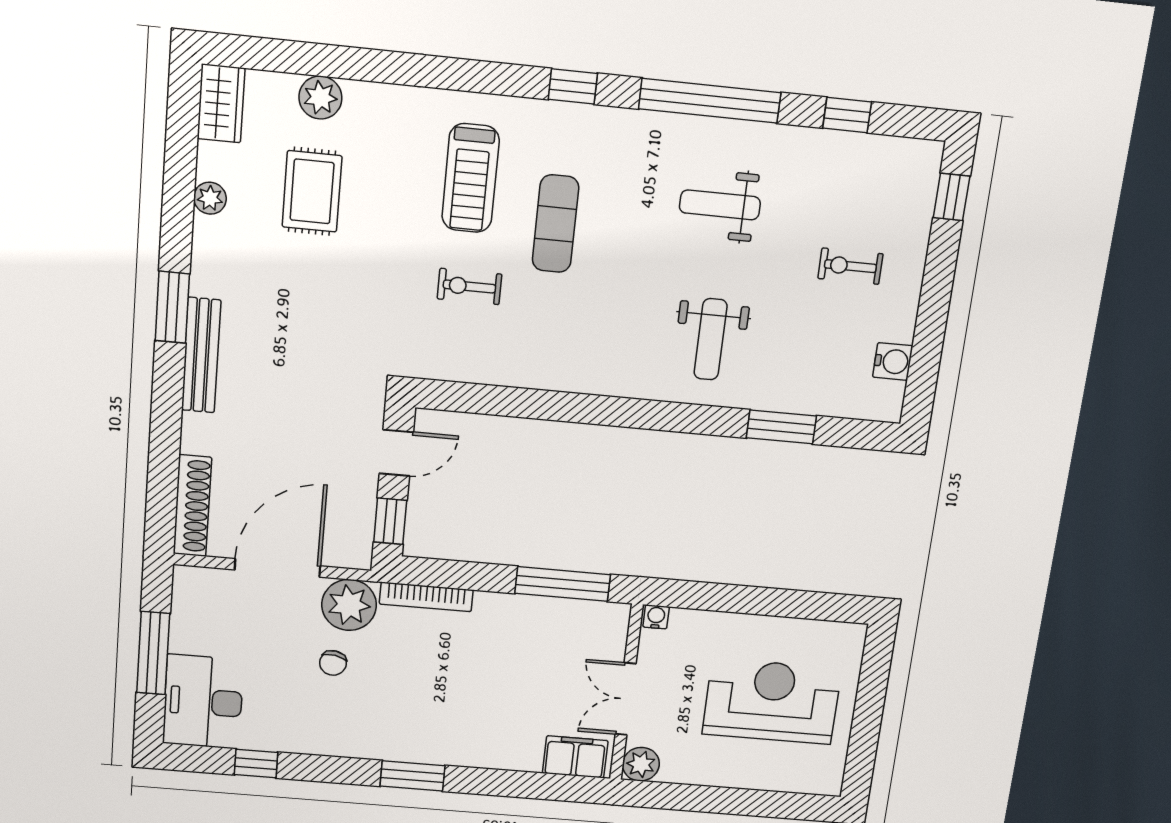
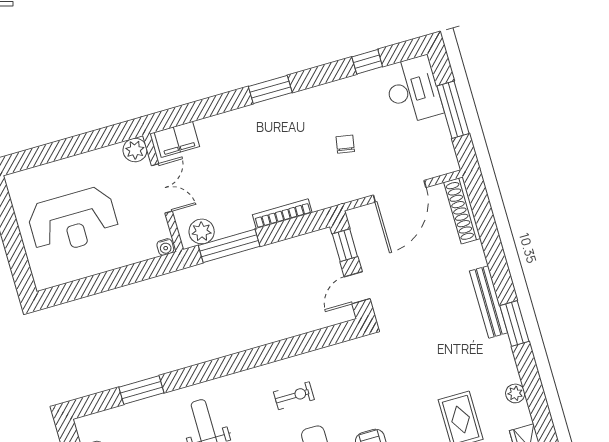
exercise bike: (469, 286) -> (294, 396), moved
bookcase: (426, 597) -> (282, 214), moved
plant: (349, 605) -> (202, 231), moved, width x0.73, depth x0.73

